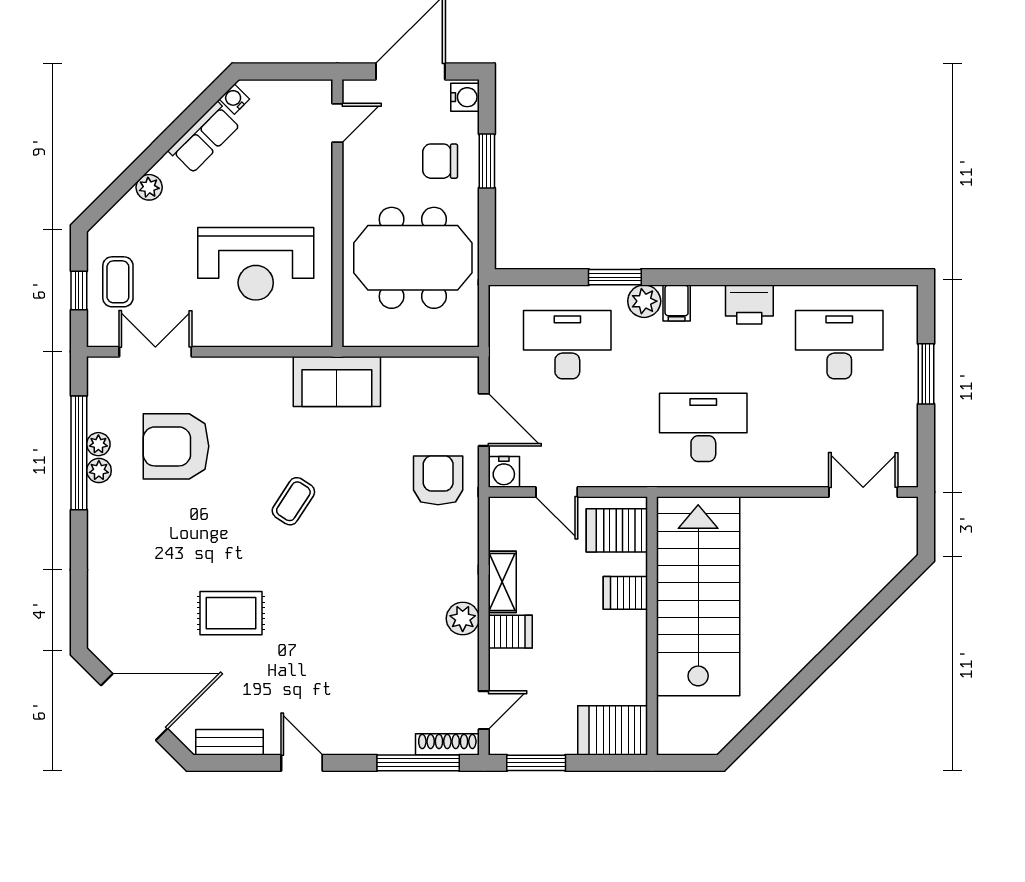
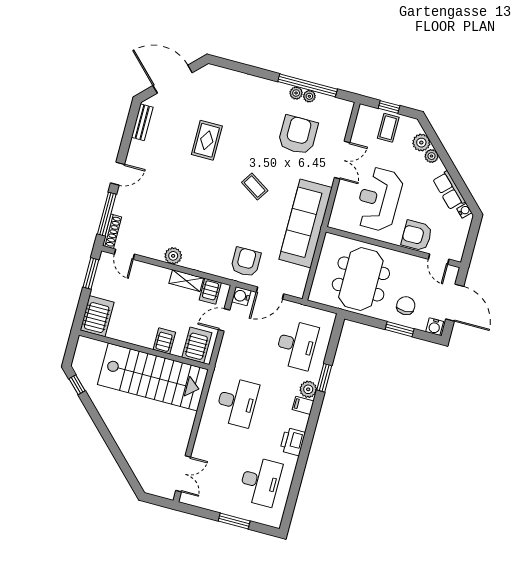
armchair: (304, 175) -> (417, 236), added
plant: (129, 213) -> (421, 143), added
coffee table: (118, 282) -> (388, 128), turned 90
double door: (155, 352) -> (342, 160), moved
sofa: (337, 382) -> (305, 223), width x1.85, depth x1.27
armchair: (438, 480) -> (246, 262), turned -90
server rack: (510, 632) -> (210, 291), moved
door: (134, 707) -> (173, 79), swing flipped
window: (750, 734) -> (77, 385), added
door: (302, 763) -> (117, 174), moved

